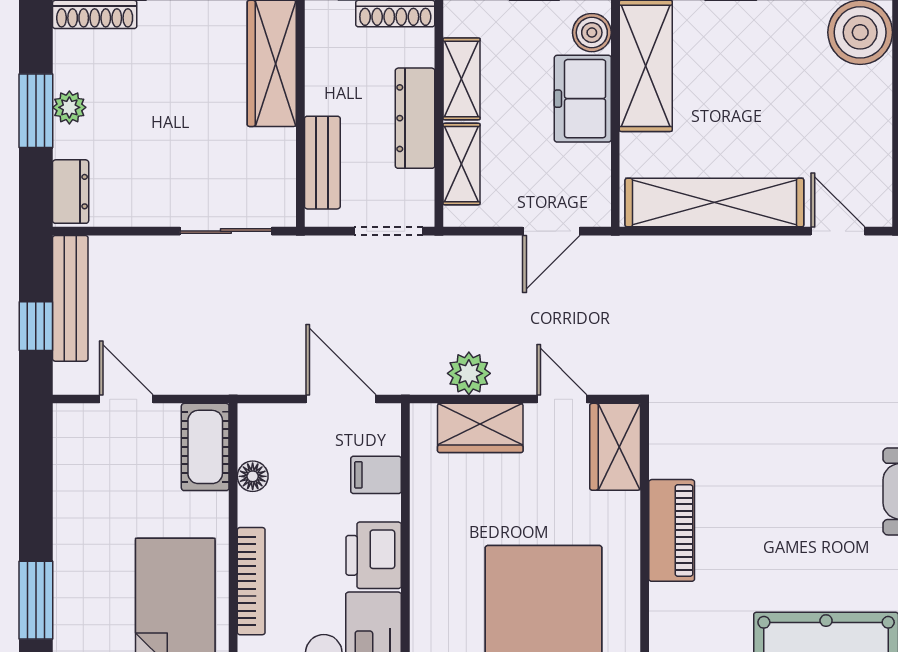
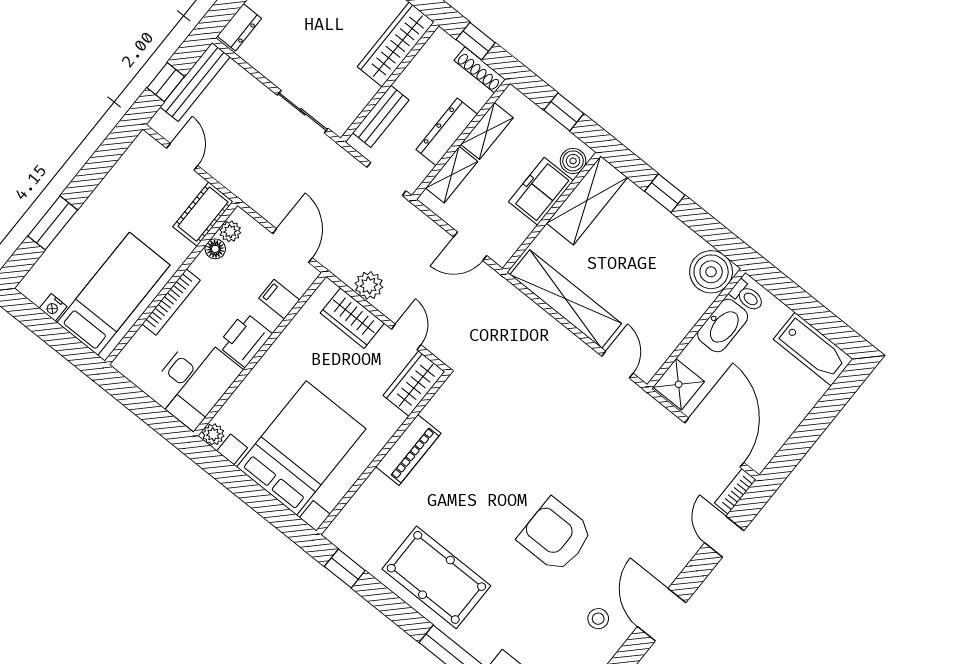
plant: (254, 441) -> (230, 231), added

